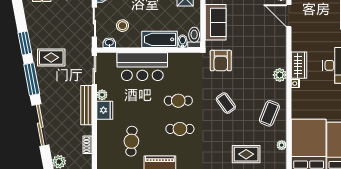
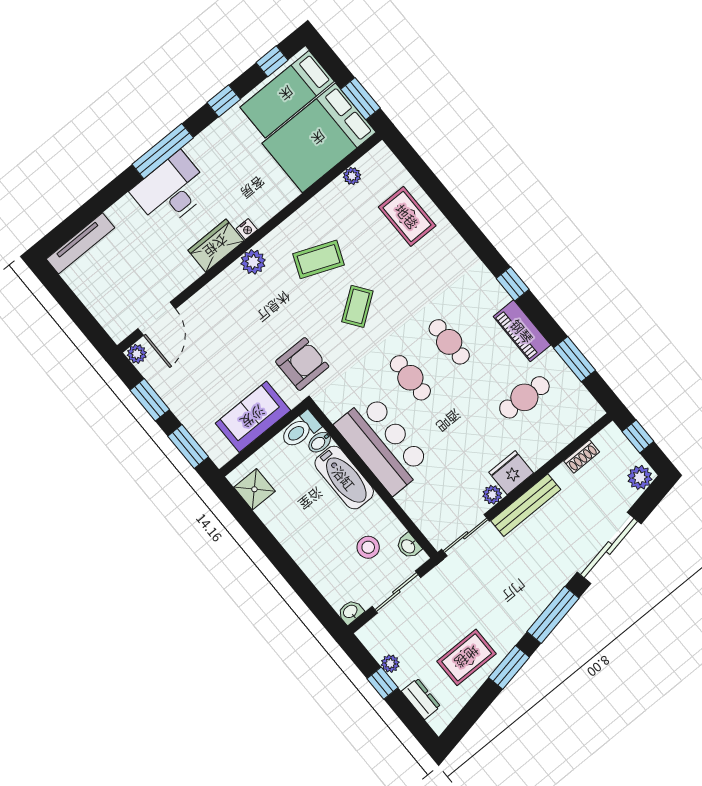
rug: (51, 57) -> (467, 657), moved, turned 90
bar counter: (142, 67) -> (383, 444), moved
coffee table: (269, 113) -> (319, 259), moved

